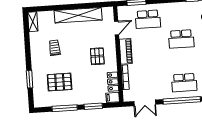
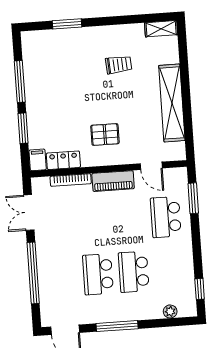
pallet: (60, 82) -> (63, 73), removed
school desk: (184, 83) -> (98, 274), moved

